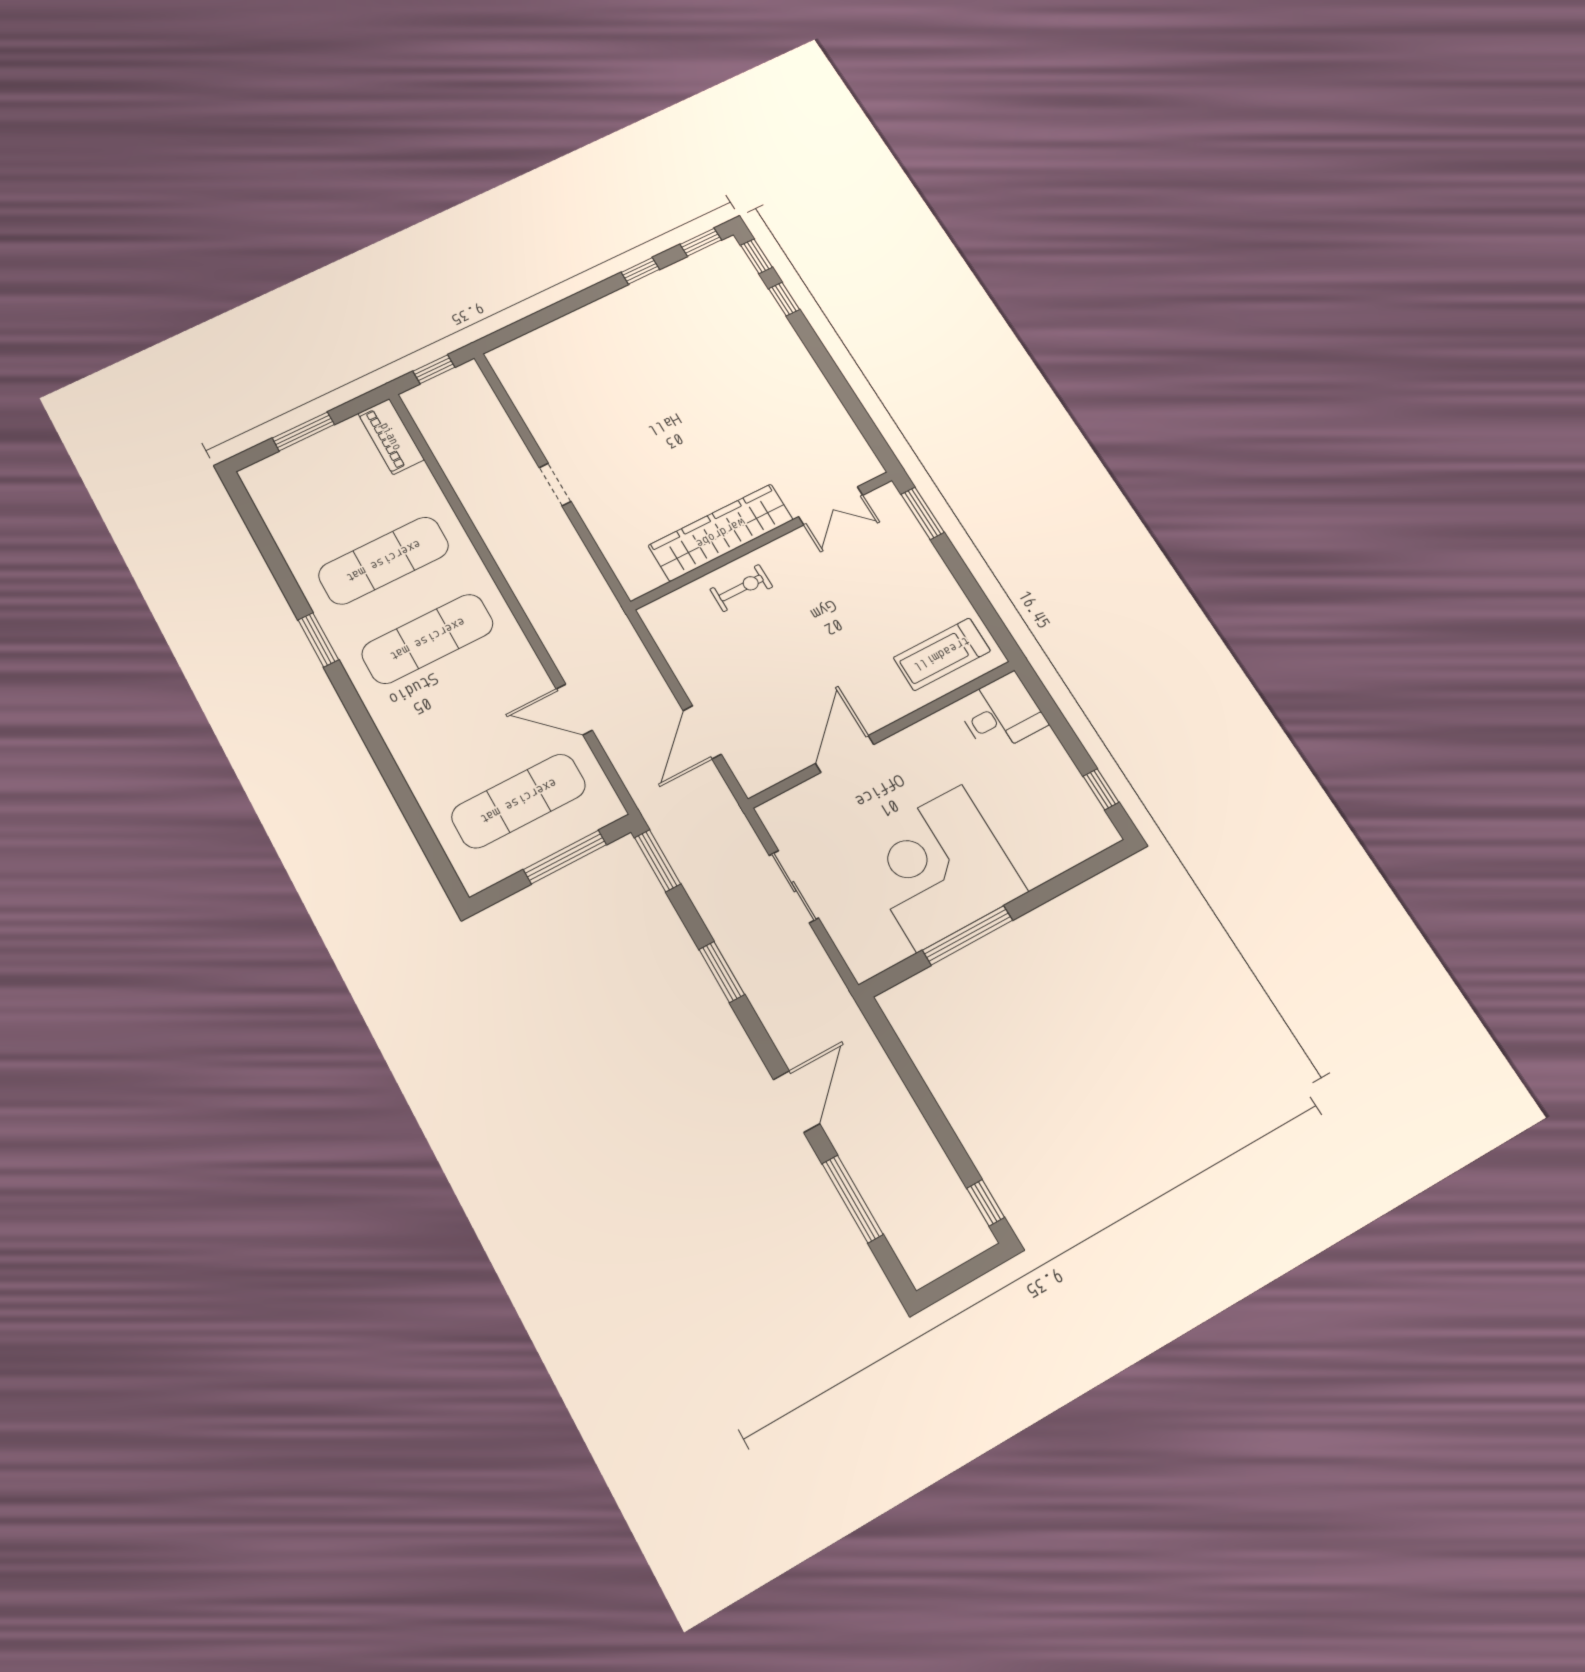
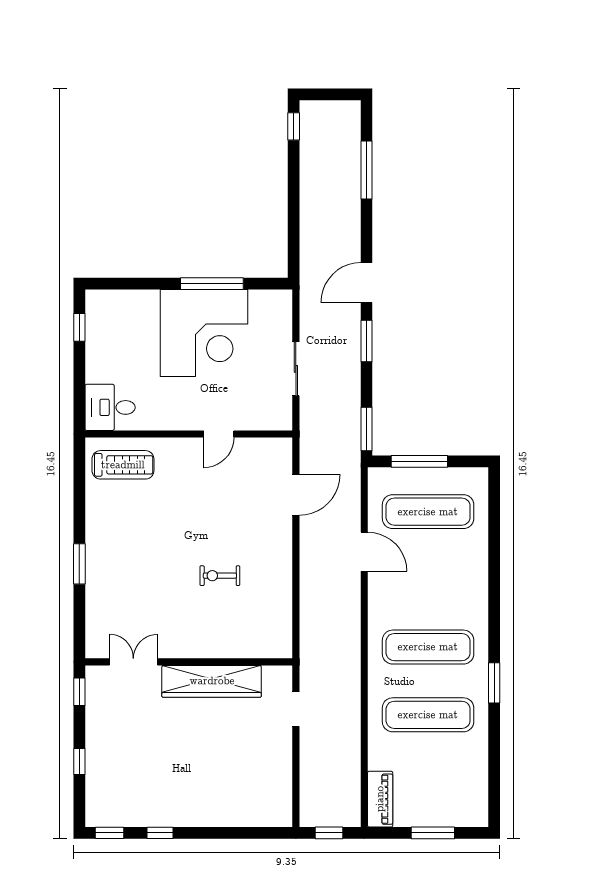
window: (756, 256) -> (79, 692), moved
double door: (831, 506) -> (133, 662), moved
wardrobe: (721, 533) -> (212, 681), moved
wall: (763, 540) -> (189, 662), moved
door: (845, 754) -> (219, 434), width x0.73
door: (796, 1102) -> (367, 283), moved

